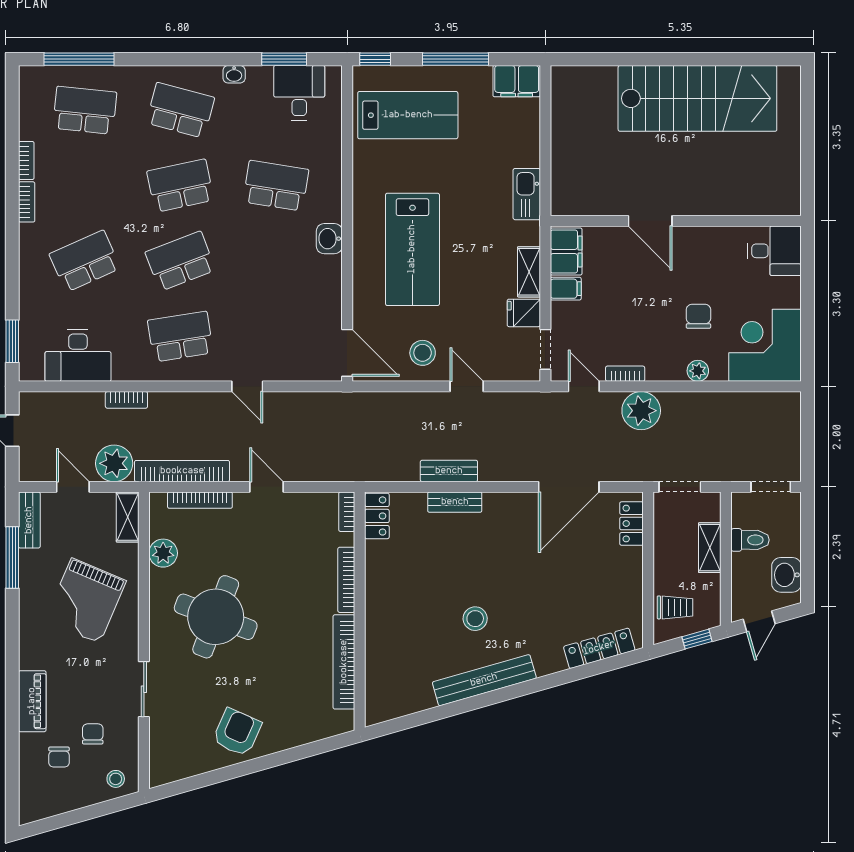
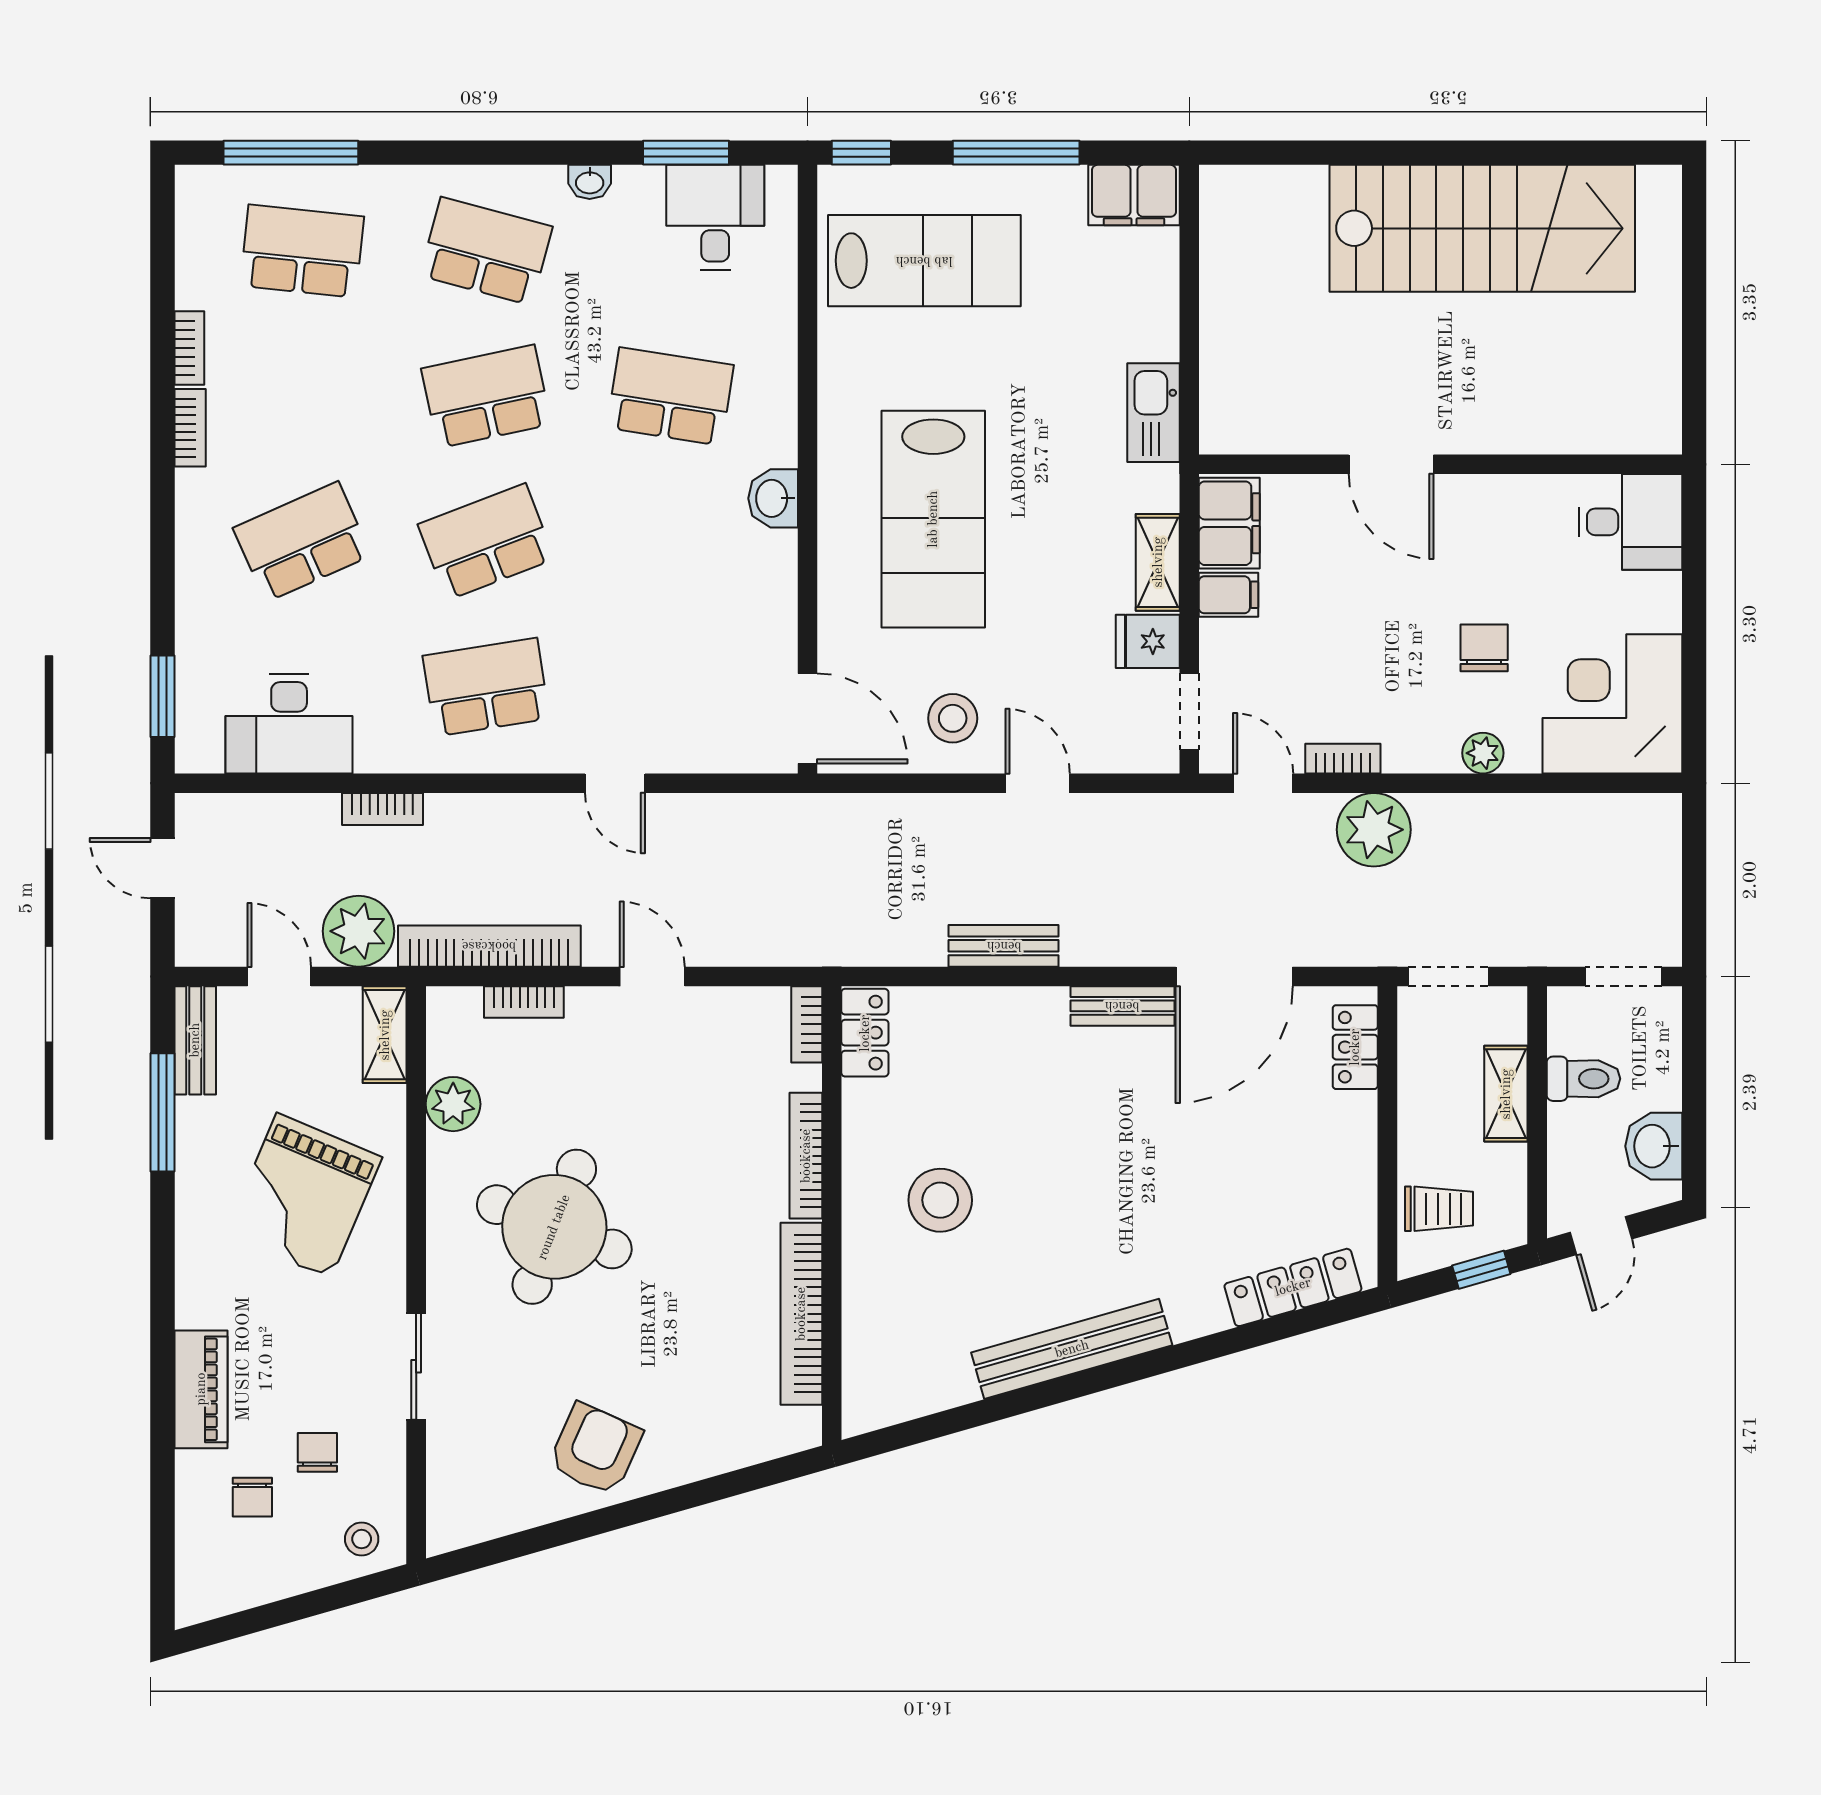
bookcase: (200, 500) -> (524, 1002), width x0.64
bench: (455, 502) -> (1122, 1006), moved
stool: (475, 619) -> (940, 1200), moved, width x1.38, depth x1.38

